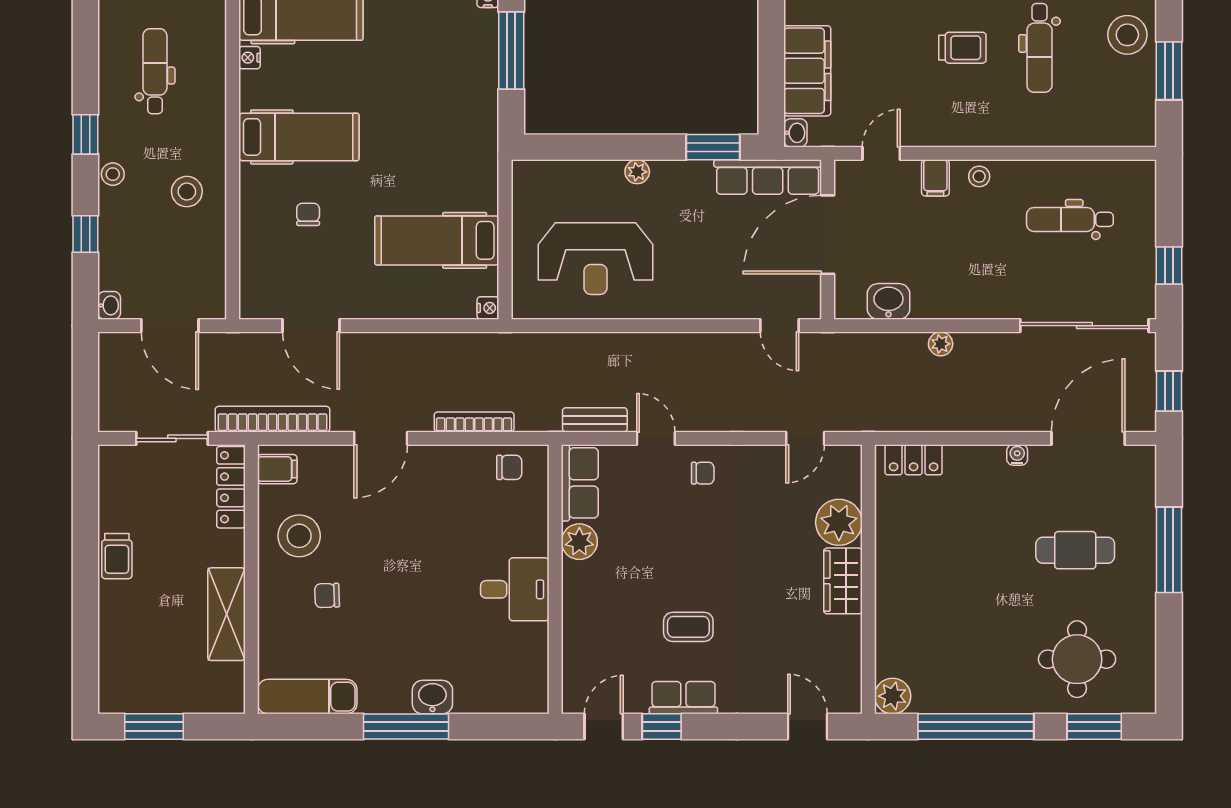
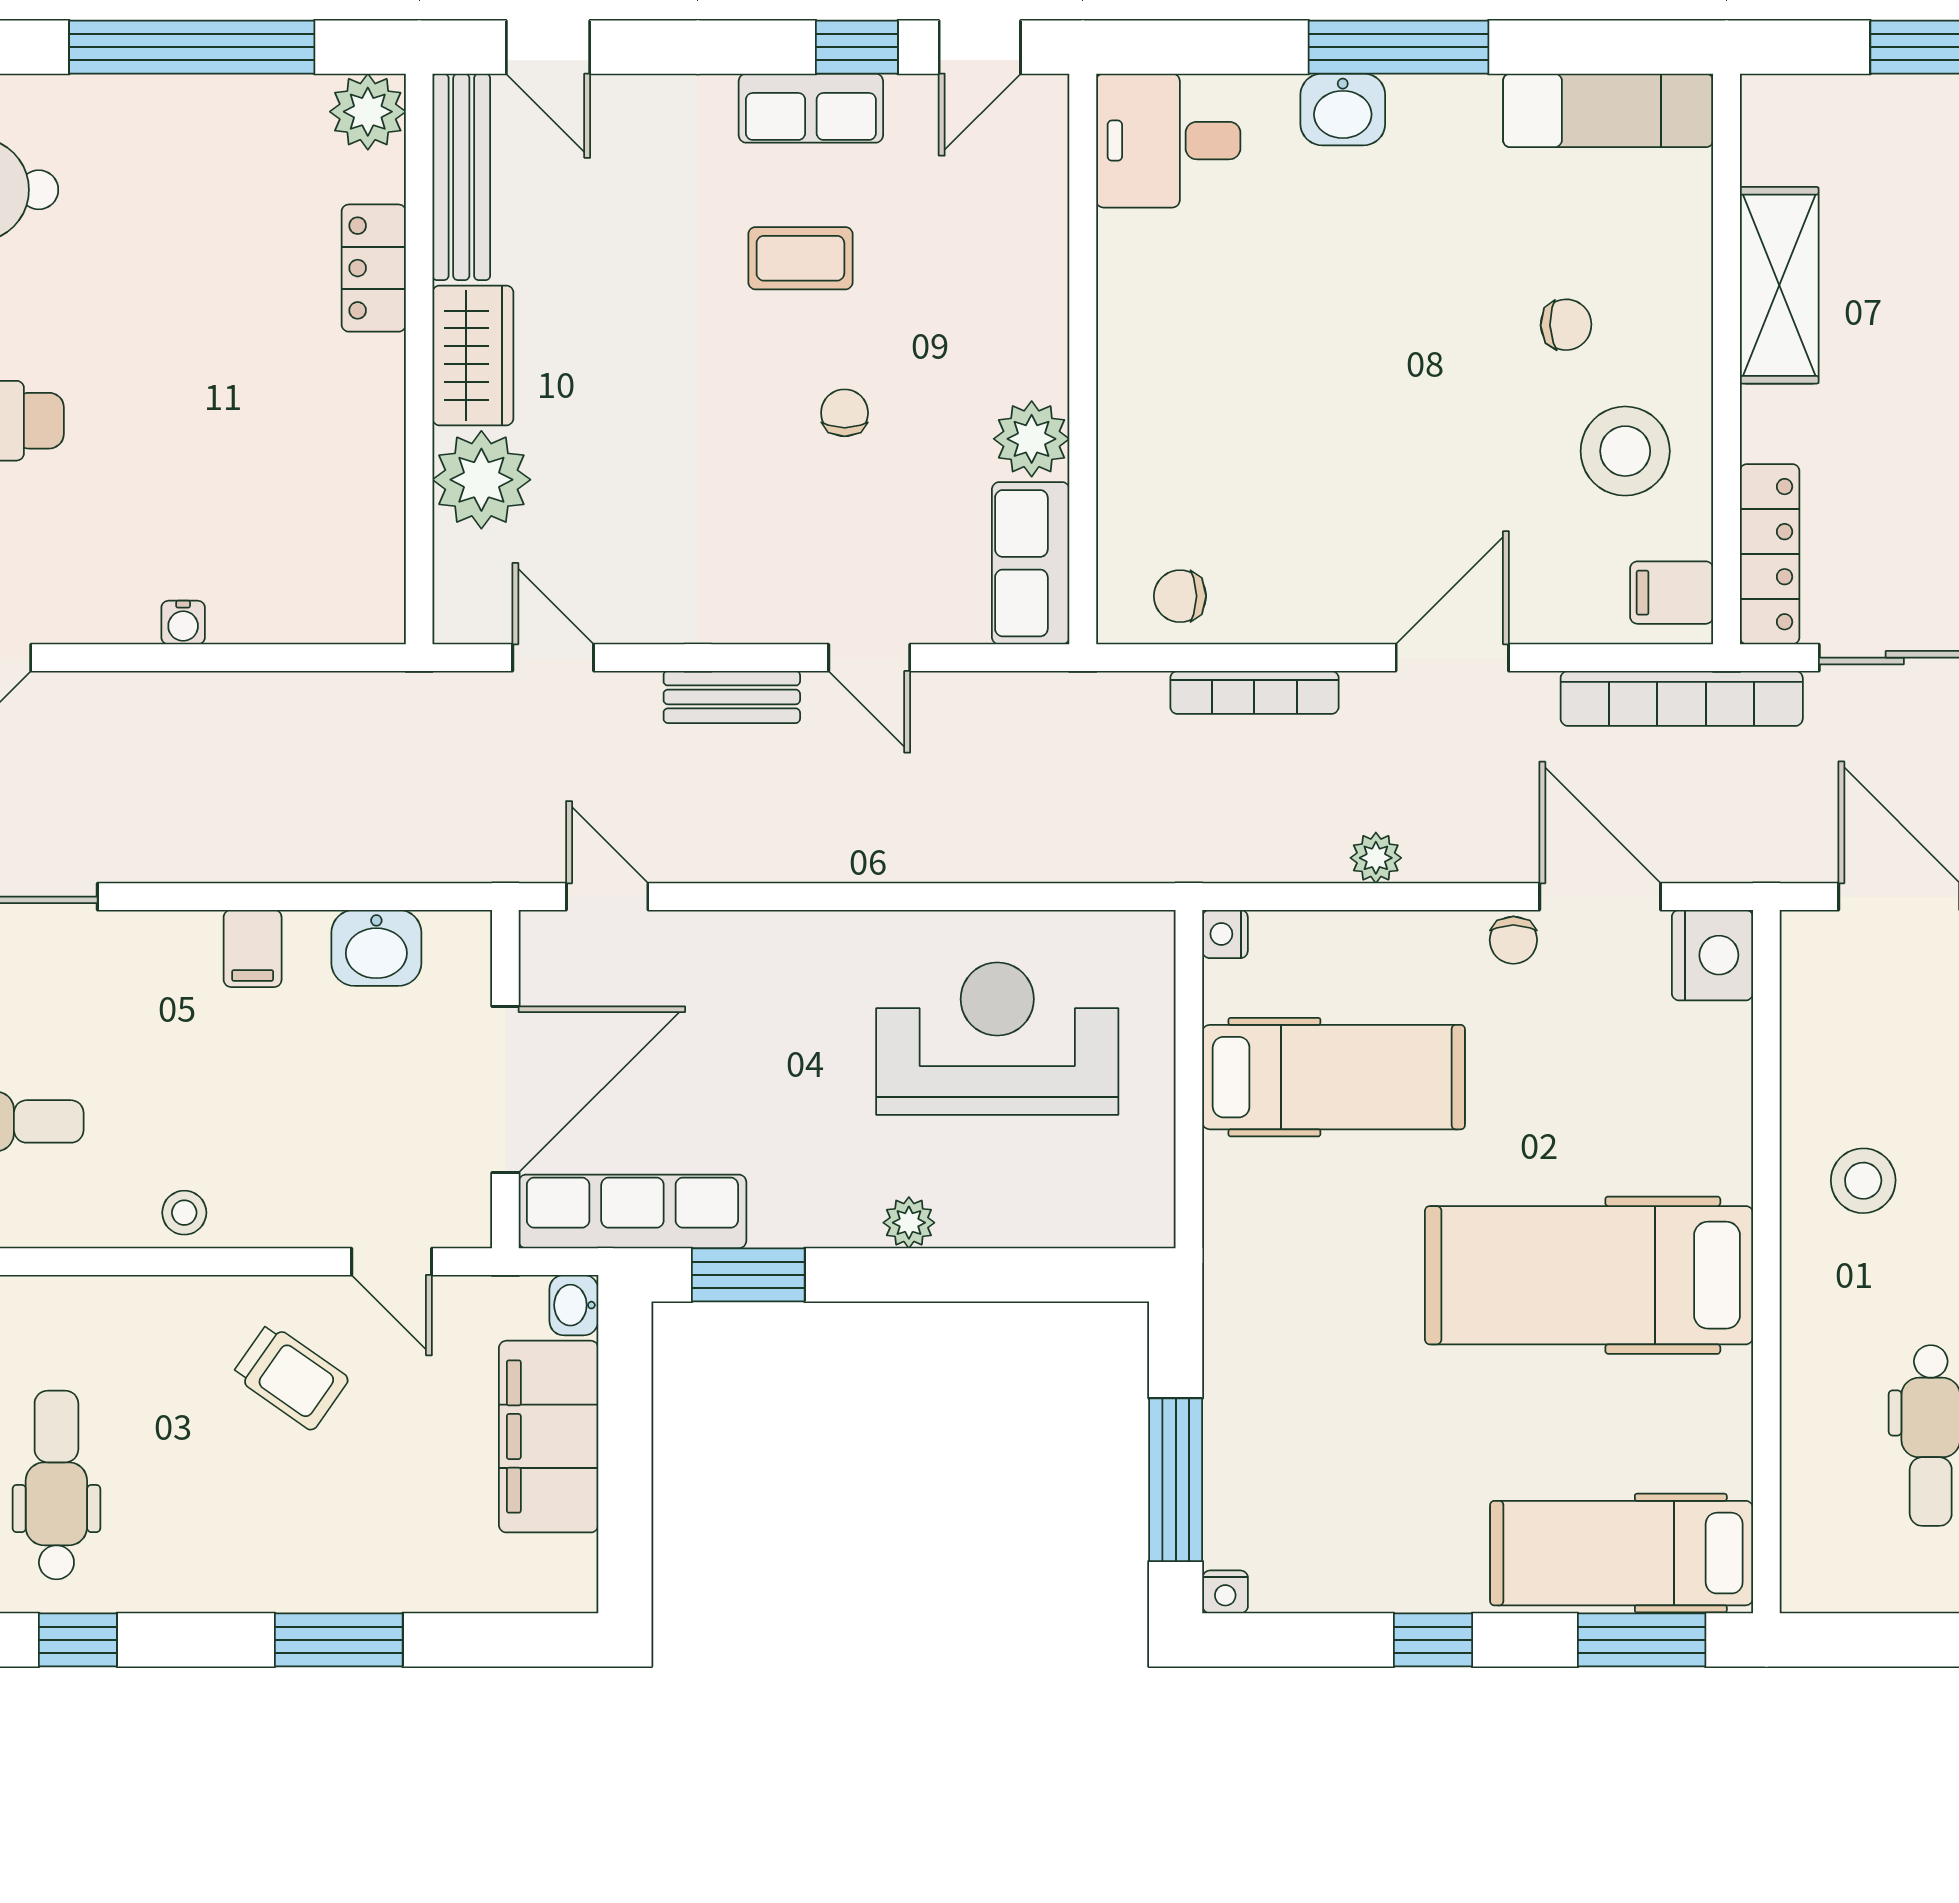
trolley: (962, 48) -> (291, 1377), moved, turned -145
nightstand: (249, 58) -> (1712, 955), moved, width x1.89, depth x1.79
hospital bed: (299, 137) -> (1589, 1275), width x1.37, depth x1.29
door: (881, 153) -> (392, 1262), hinge flipped
filing cabinet: (935, 178) -> (253, 948), moved, turned 180
chair: (308, 214) -> (1513, 940), moved
plant: (941, 344) -> (1376, 858), moved
bench: (595, 420) -> (732, 697), moved
door: (805, 438) -> (553, 658), hinge flipped
water cooler: (1017, 455) -> (183, 623), moved
locker: (914, 460) -> (374, 268), moved, turned -90
chair: (703, 473) -> (845, 413), moved, turned 90
desk: (515, 589) -> (1168, 141), moved
bench: (848, 665) -> (461, 177), added

